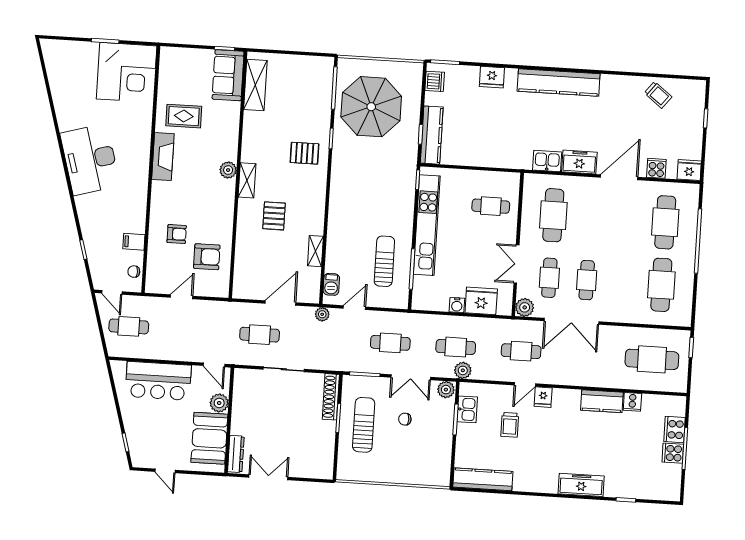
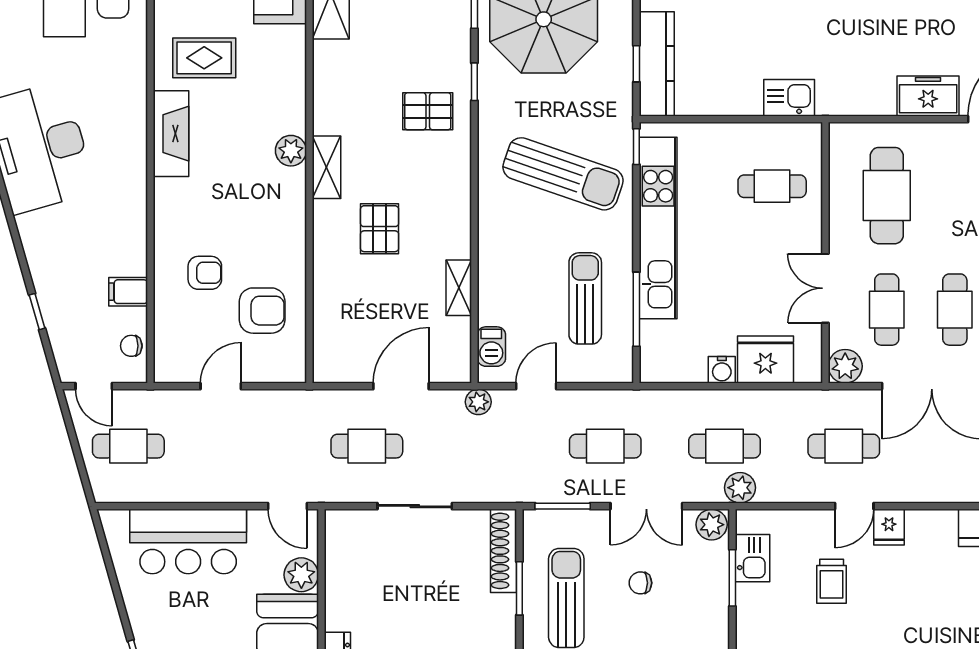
kitchen sink: (547, 161) -> (789, 98), moved
sun lounger: (377, 192) -> (563, 174), added

